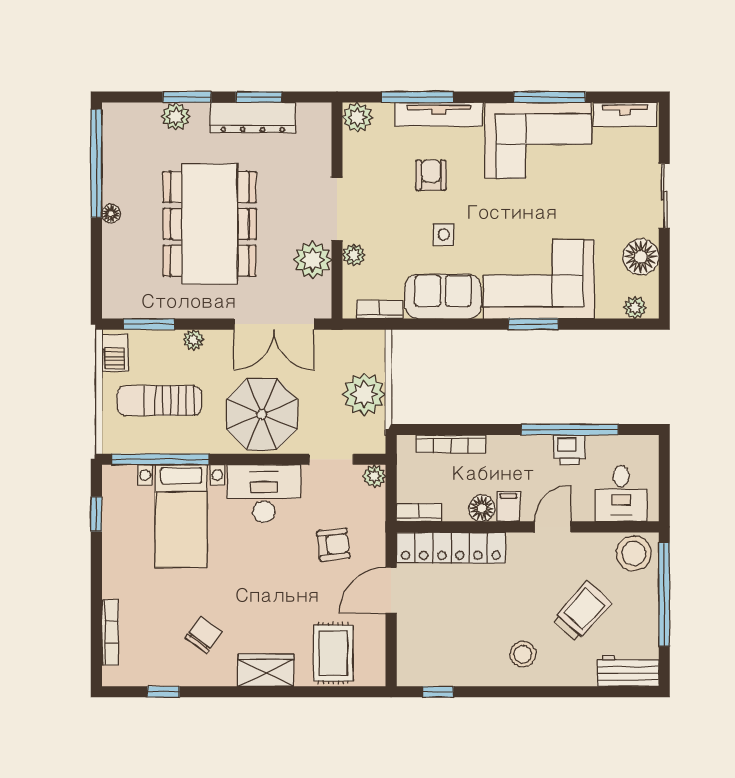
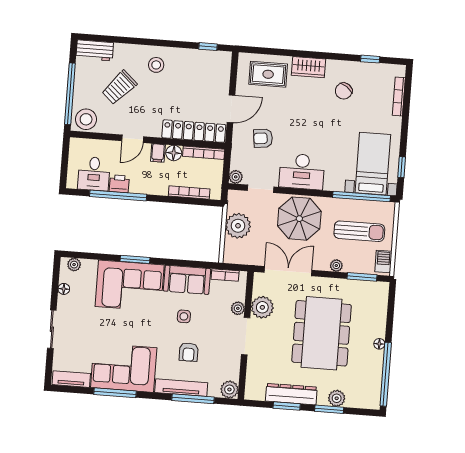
floor lamp: (641, 257) -> (64, 289), width x0.53, depth x0.53
desk: (621, 494) -> (94, 174), moved, turned 180
bookcase: (419, 513) -> (204, 153), width x1.56
bed with nightstands: (181, 516) -> (373, 164), moved
rug: (333, 653) -> (268, 74), turned 90

